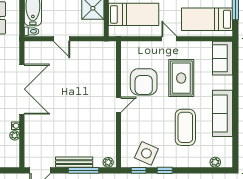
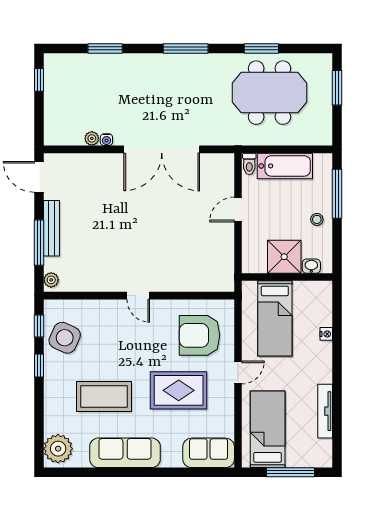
armchair: (144, 82) -> (200, 335), moved
plant: (215, 162) -> (58, 449), width x1.87, depth x1.87

